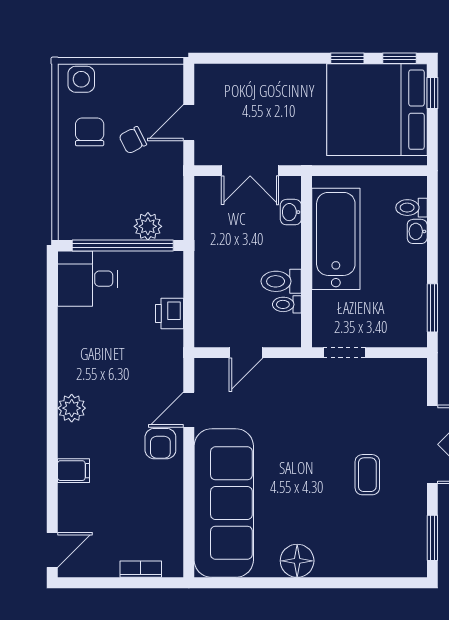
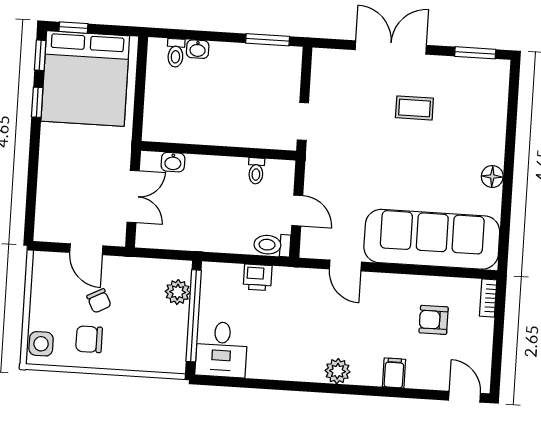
bathtub: (336, 239) -> (200, 123), removed
toilet: (281, 281) -> (272, 245), moved, turned 90
armchair: (160, 444) -> (434, 320), moved, turned 180
floor lamp: (297, 561) -> (492, 177), width x0.73, depth x0.73
bookcase: (141, 569) -> (488, 298), moved

